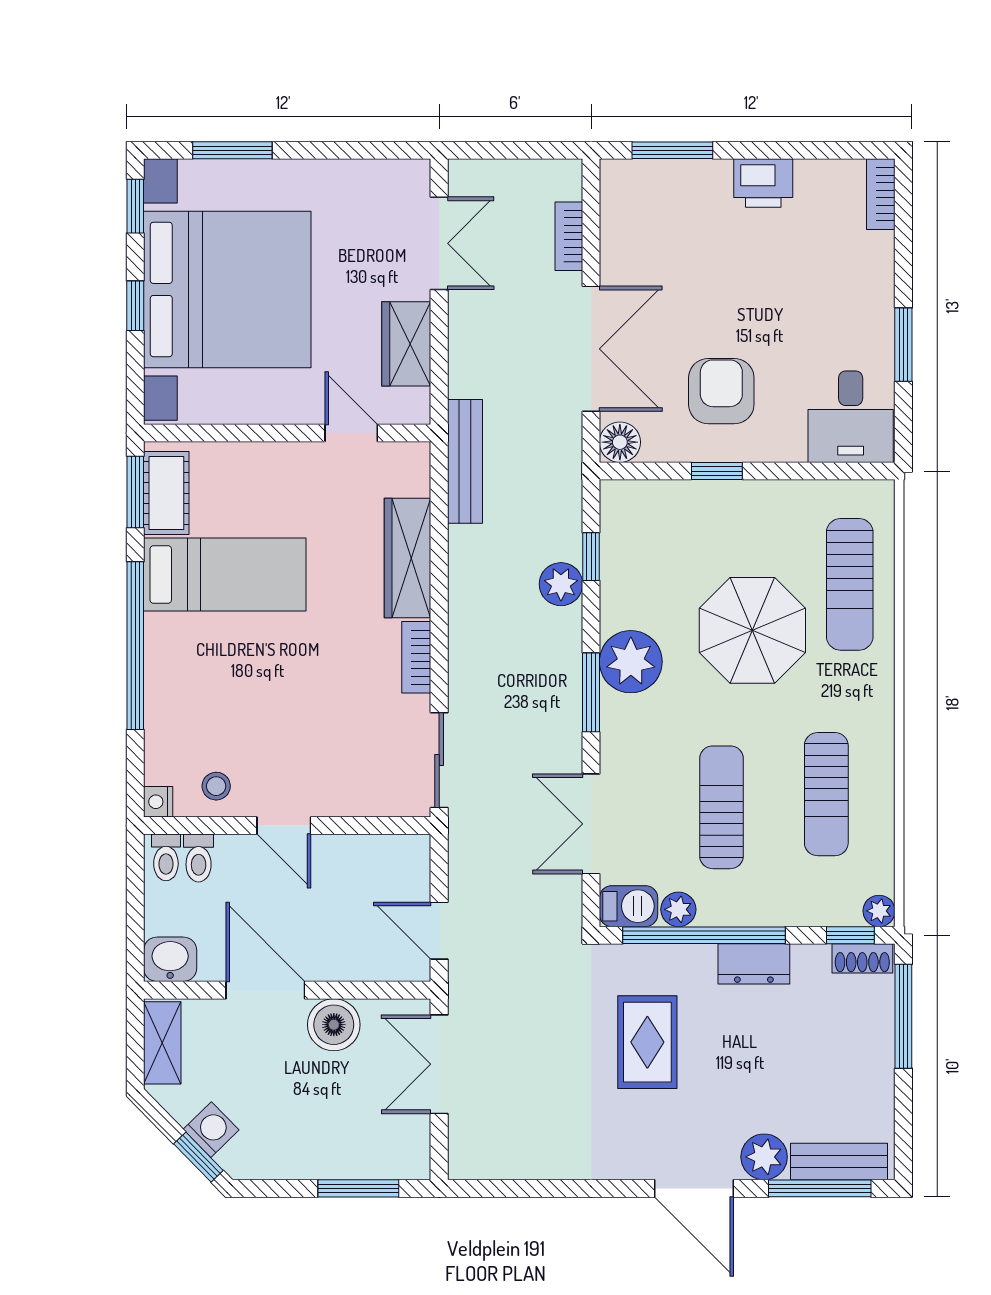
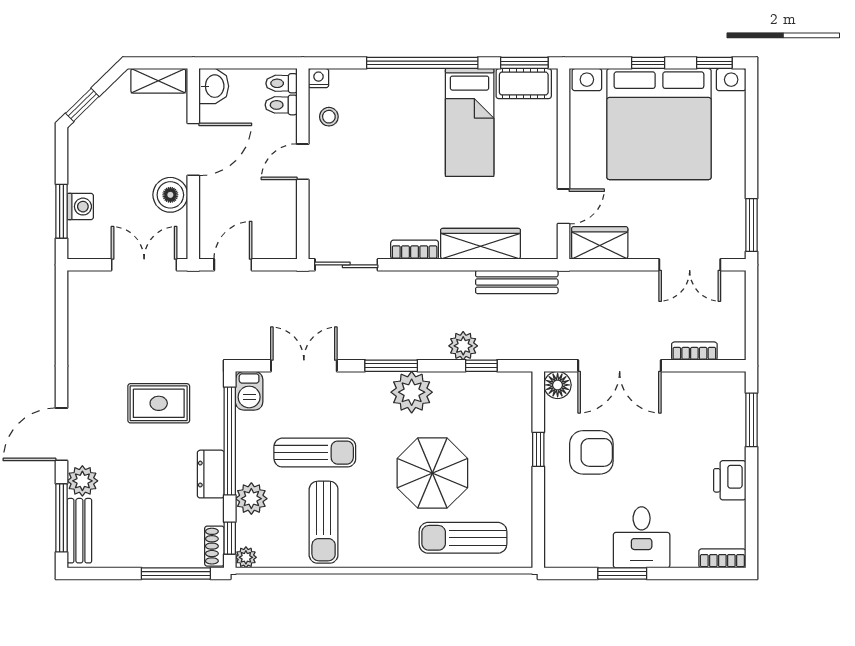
window: (232, 150) -> (752, 225), moved
wardrobe: (406, 344) -> (600, 243), moved
desk: (851, 417) -> (642, 537), moved, turned -90
bench: (465, 461) -> (517, 282), moved
sun lounger: (826, 794) -> (324, 522), turned -90
plant: (678, 909) -> (251, 499), moved, width x1.38, depth x1.38
washing machine: (211, 1130) -> (80, 207), moved, turned -46

